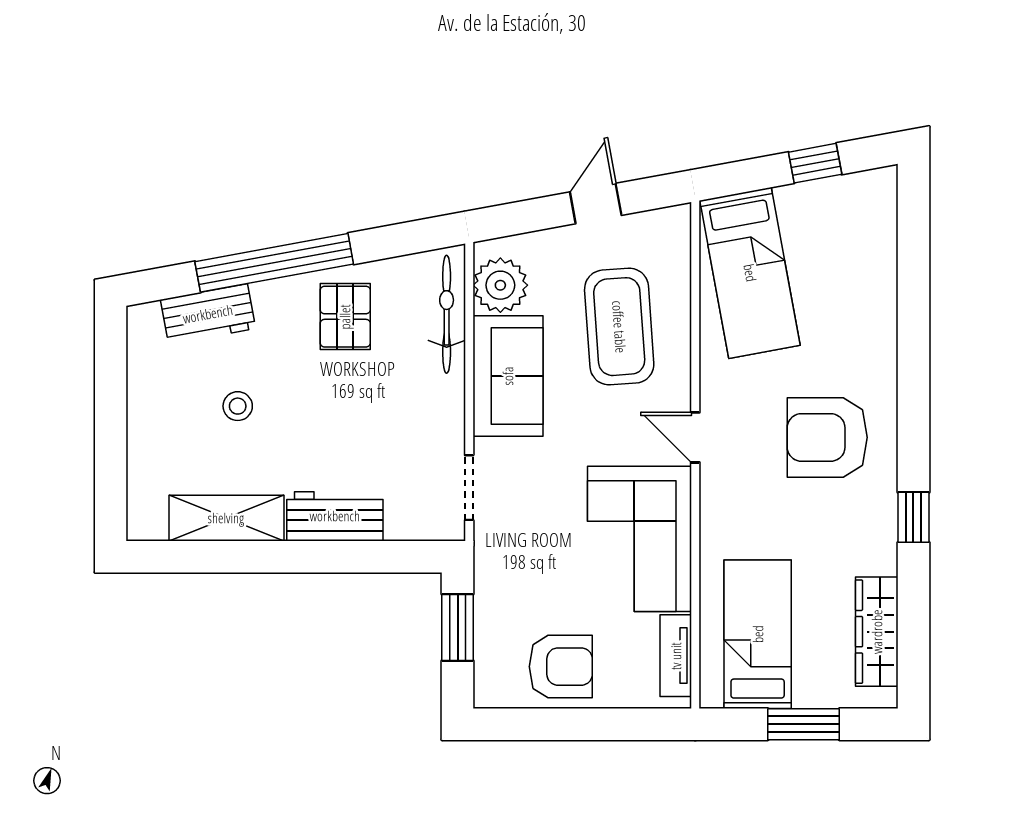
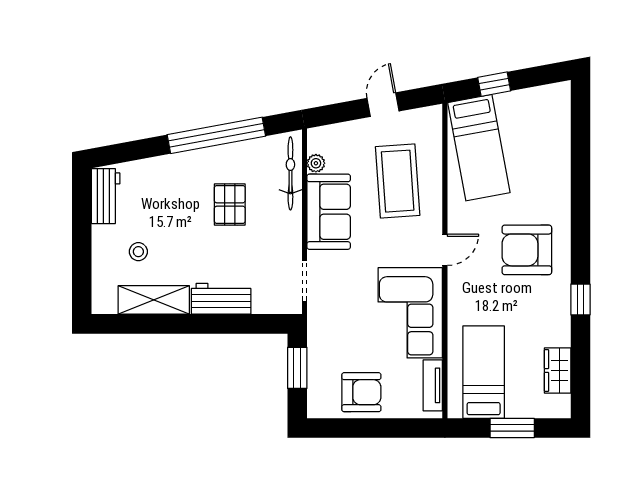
window: (815, 163) -> (494, 84), moved
window: (274, 263) -> (216, 135), moved
plant: (500, 285) -> (316, 163), width x0.53, depth x0.53
workbench: (208, 314) -> (106, 196), moved, turned -80
pallet: (345, 317) -> (230, 204), moved
stool: (238, 406) -> (138, 252), moved
door: (695, 437) -> (445, 250), swing flipped
wardrobe: (877, 632) -> (558, 371), width x0.67

